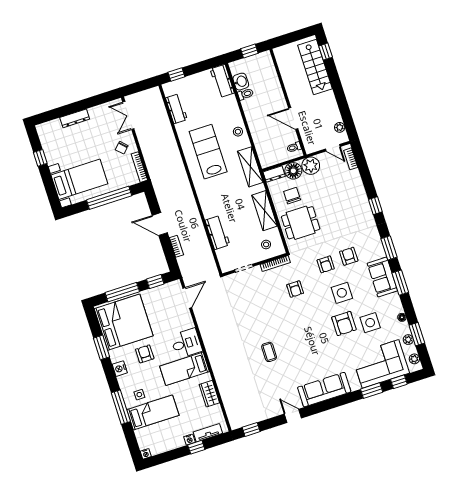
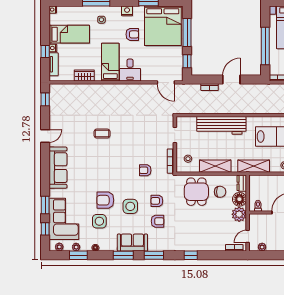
workbench: (217, 233) -> (221, 125), width x1.88, depth x1.32
bed: (153, 412) -> (69, 34), moved, turned -90

